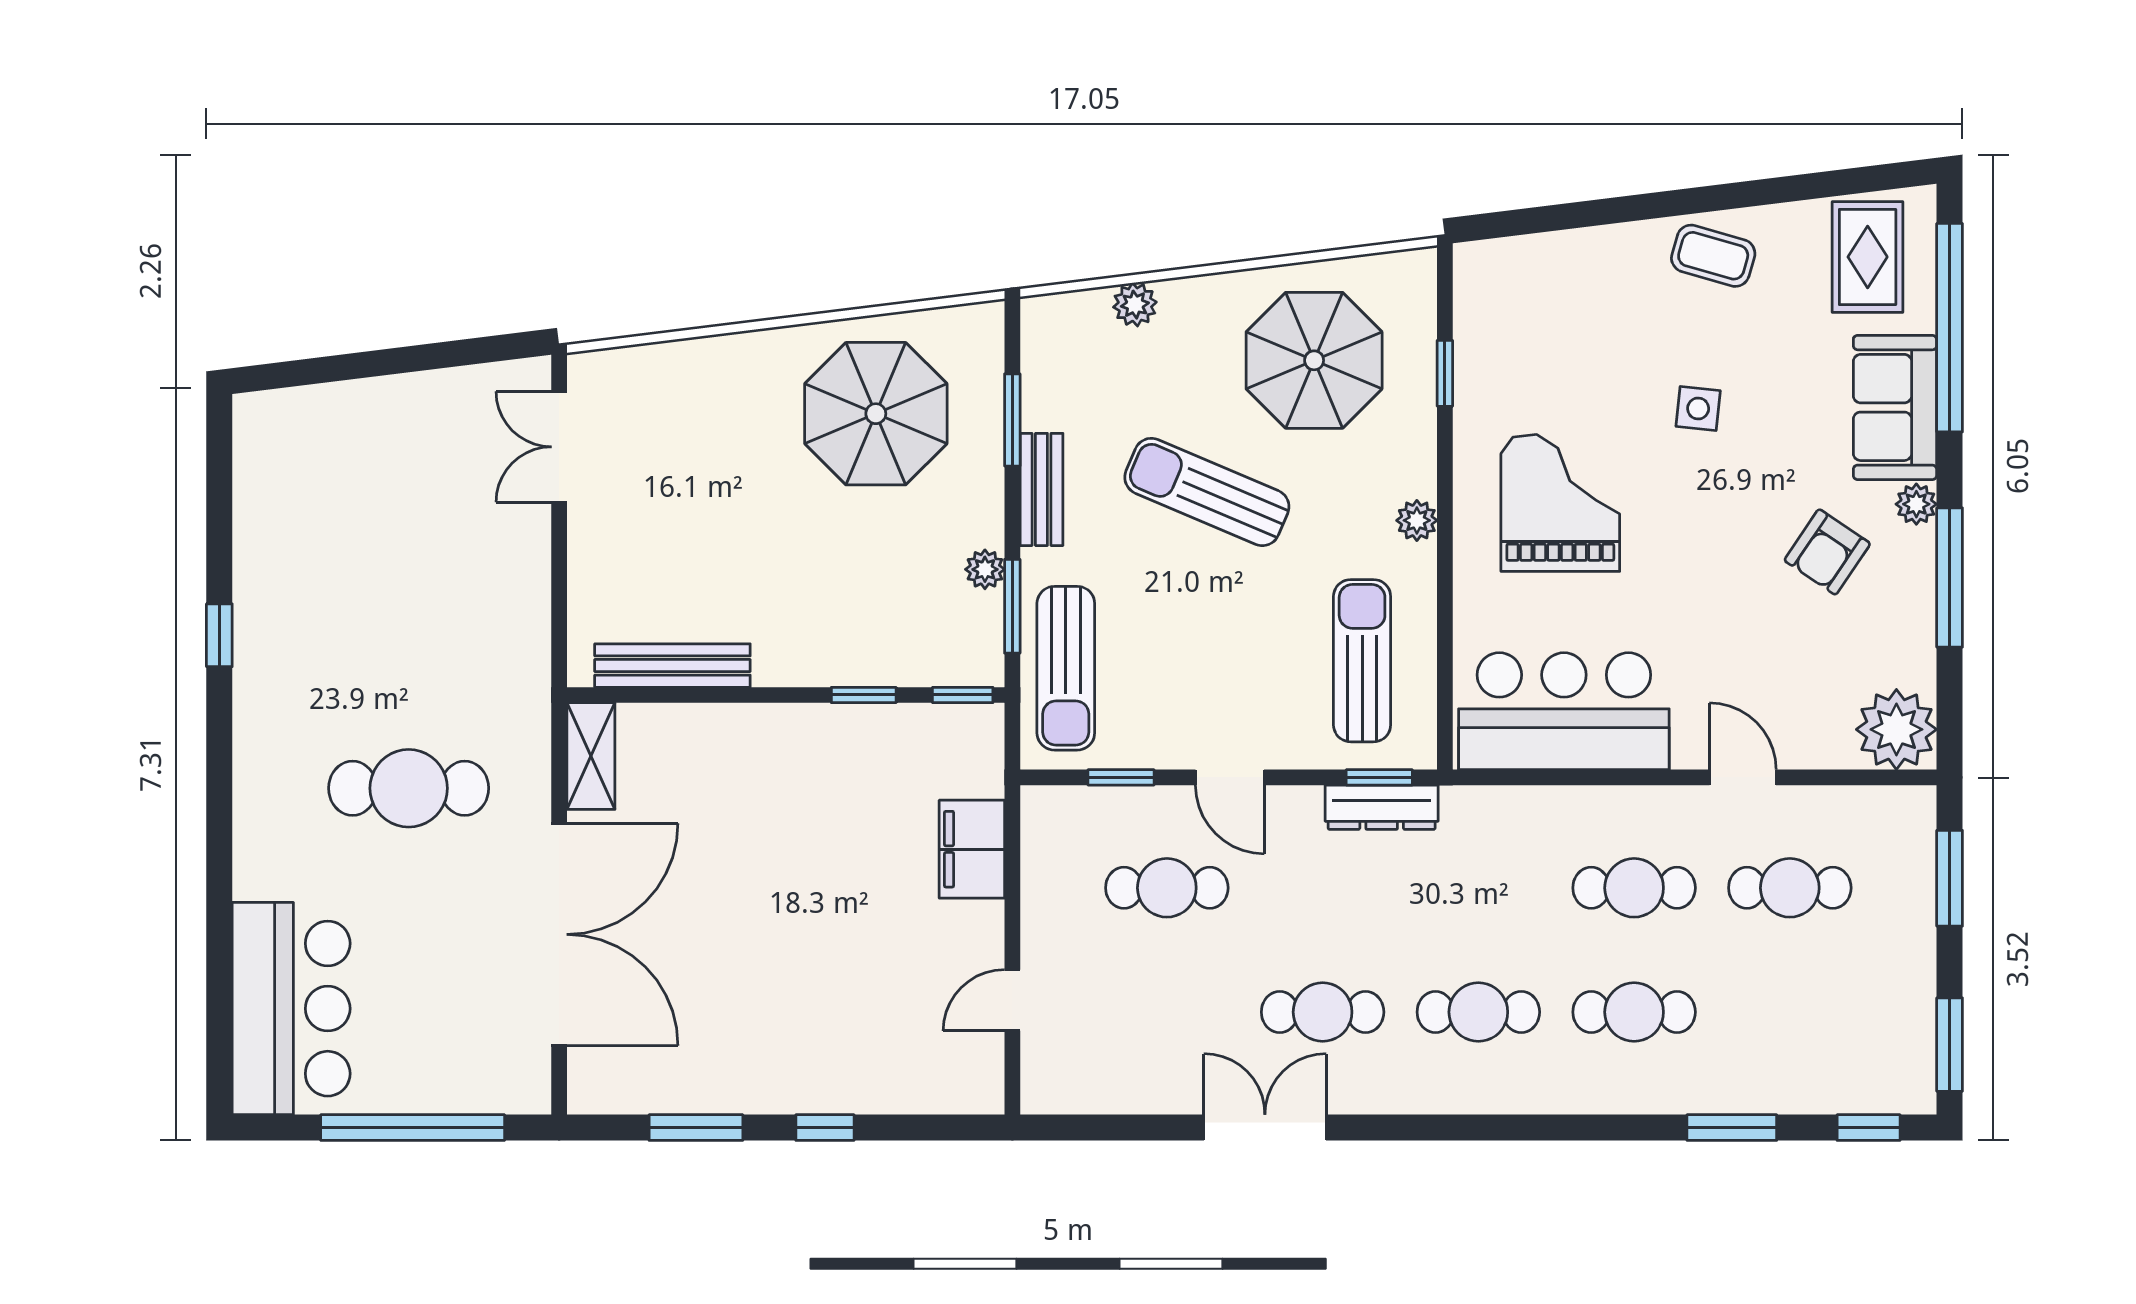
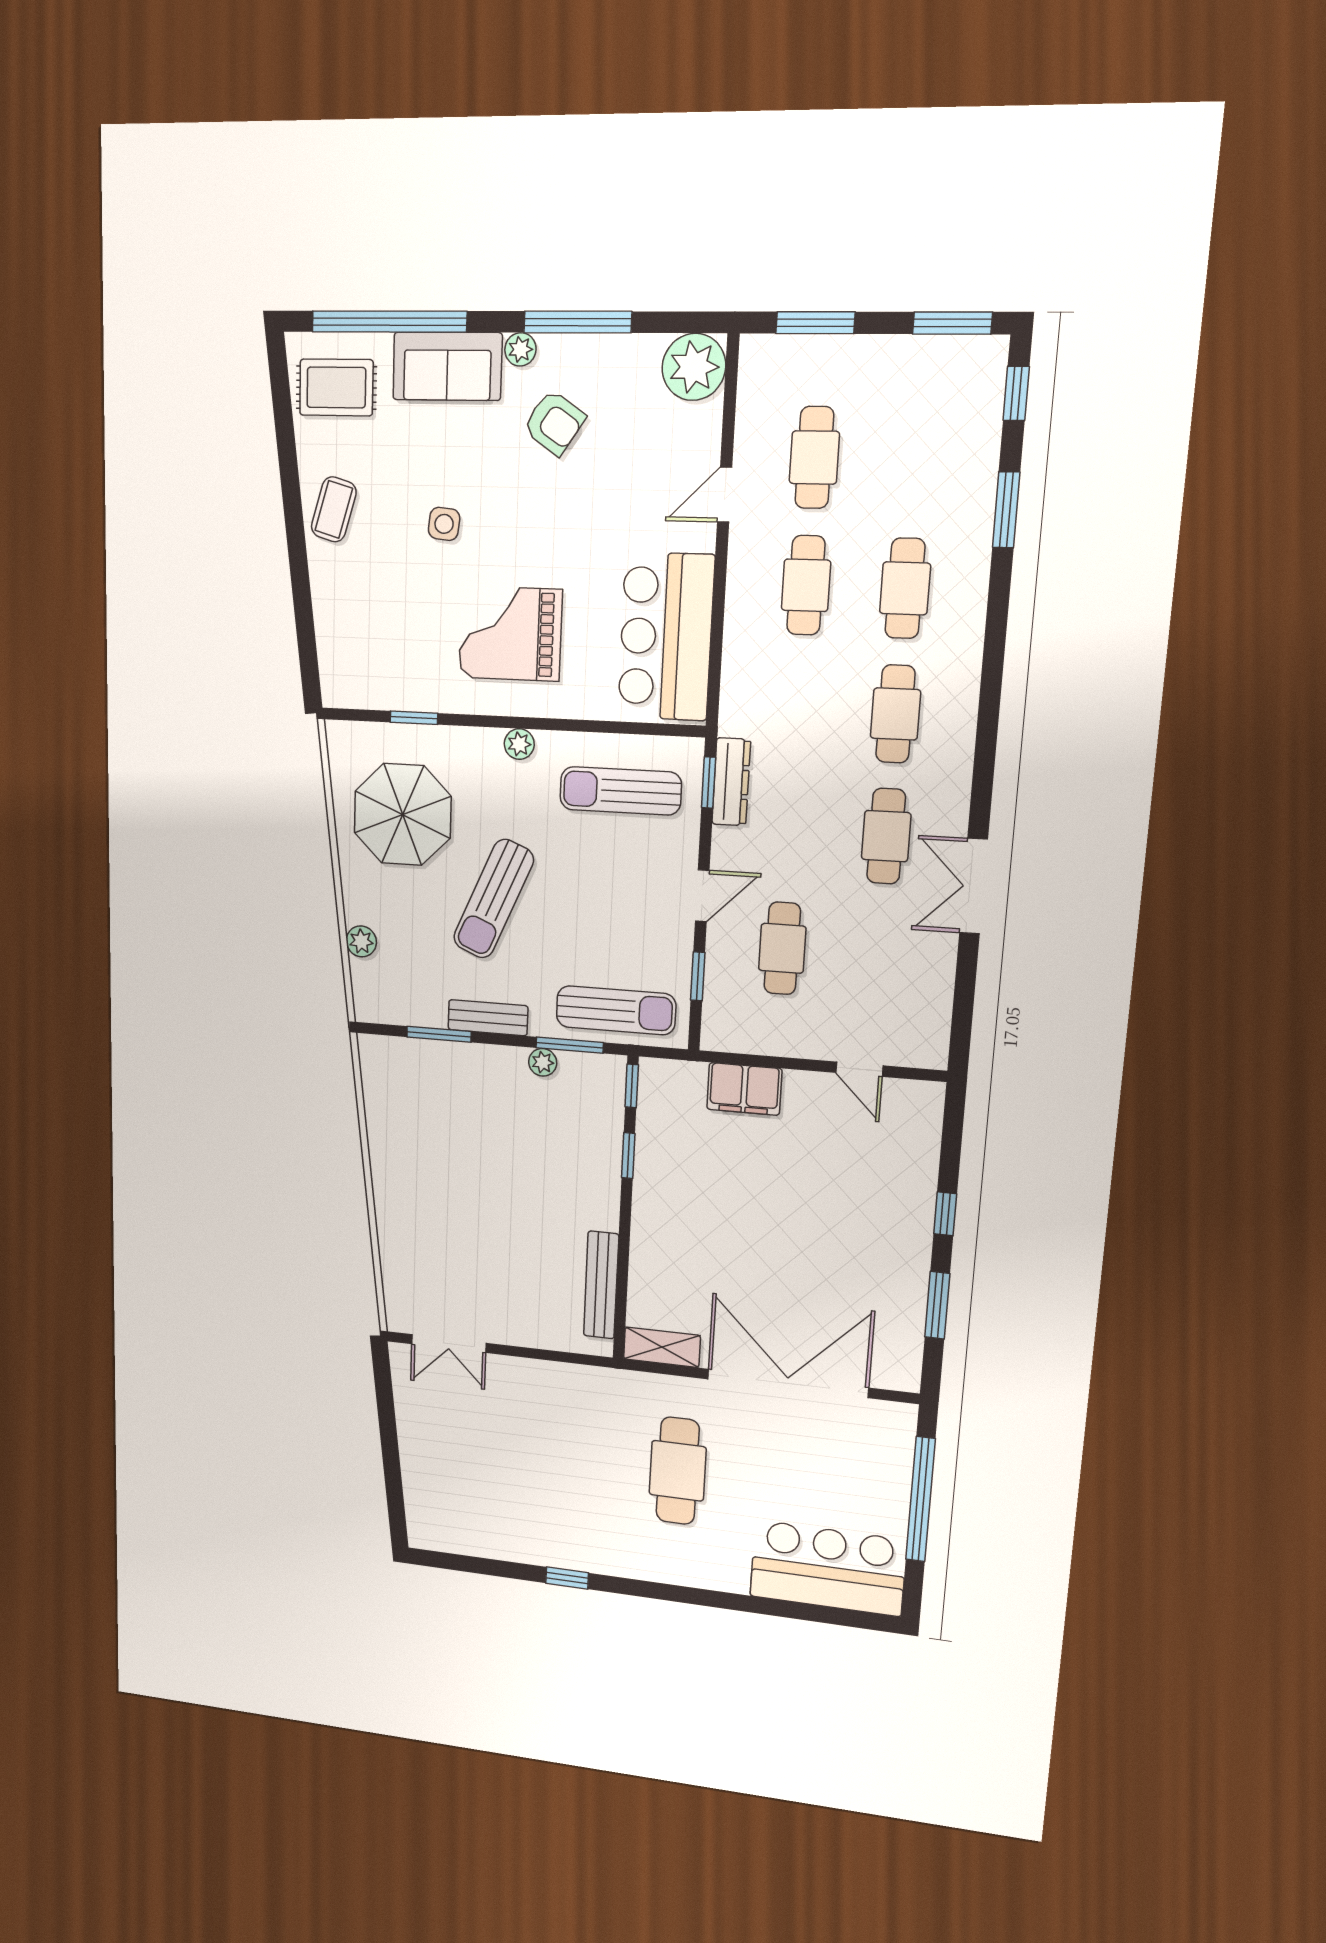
parasol: (876, 414) -> (432, 1129), removed

